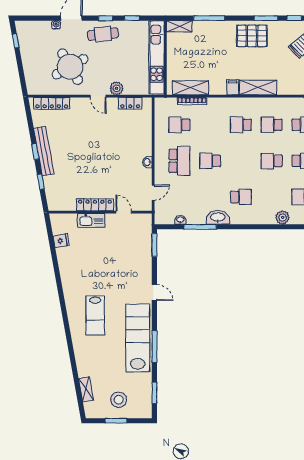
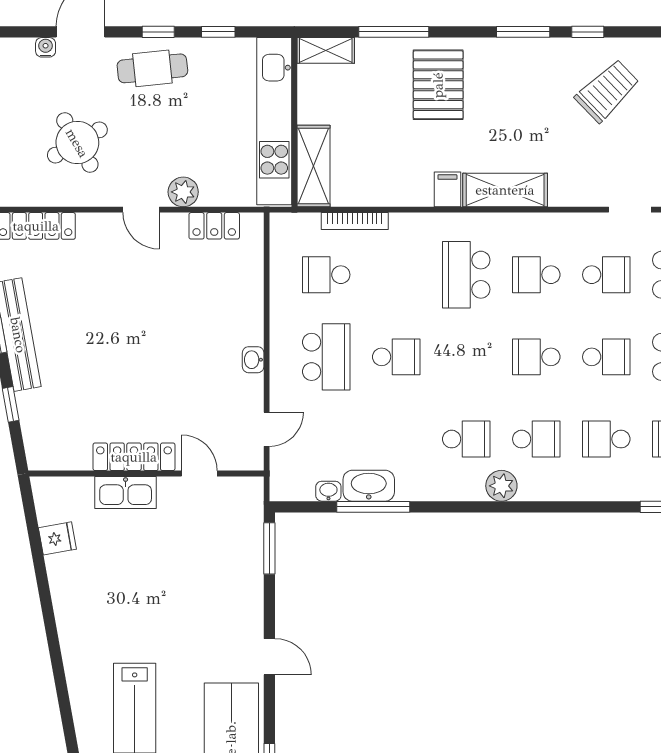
pallet: (252, 36) -> (438, 85), moved, turned 90
round table: (70, 67) -> (77, 143), width x0.73, depth x0.73
shelving: (191, 88) -> (314, 166), moved, turned 90
school desk: (241, 125) -> (466, 275), width x1.85
school desk: (210, 161) -> (396, 357), turned 180
school desk: (272, 197) -> (536, 439), added
washbasin: (218, 217) -> (369, 486), moved
plant: (283, 217) -> (501, 486), moved

